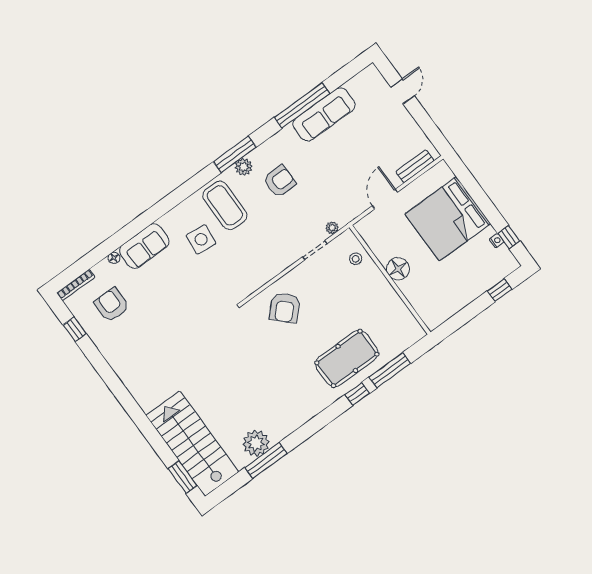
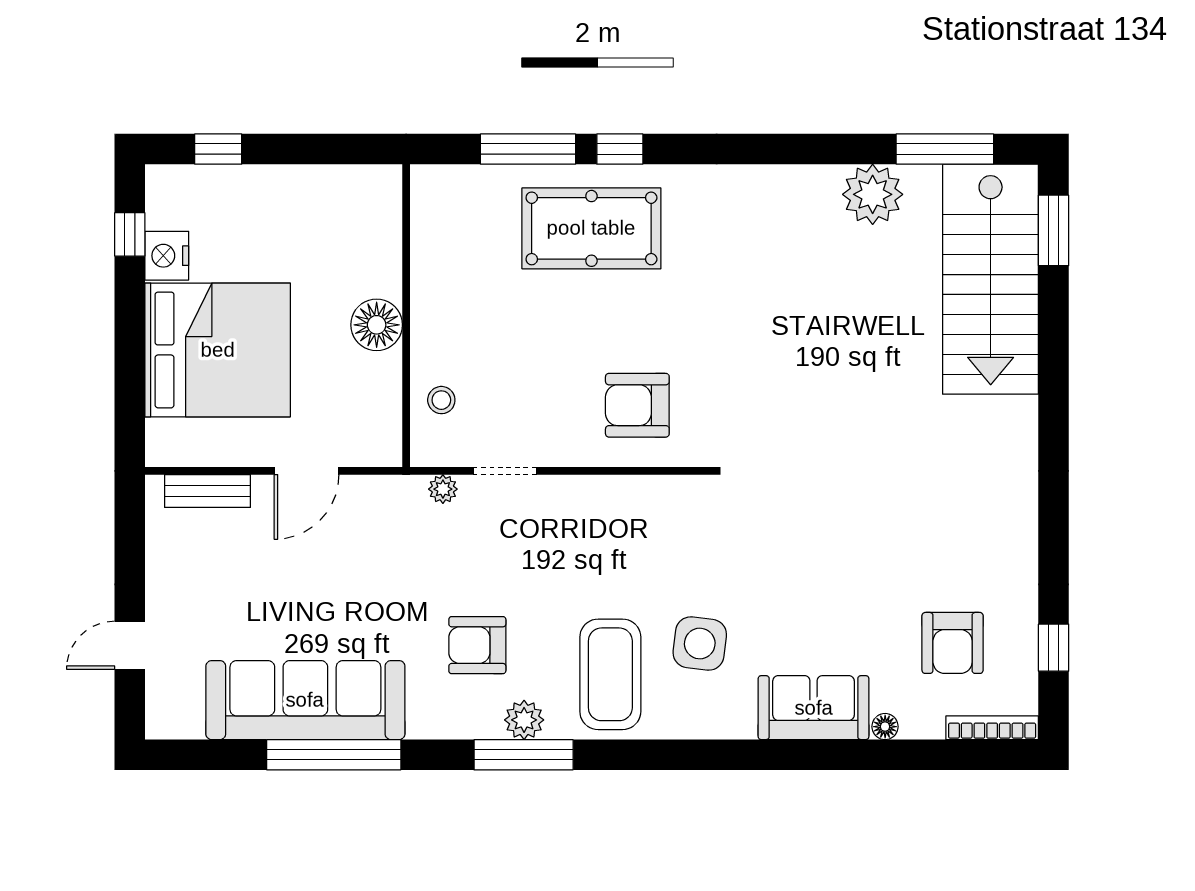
sofa: (324, 114) -> (305, 700), width x1.36, depth x1.27
nightstand: (497, 241) -> (167, 256), width x1.89, depth x1.79
armchair: (285, 308) -> (637, 405), turned -134
window: (266, 460) -> (945, 149), moved

